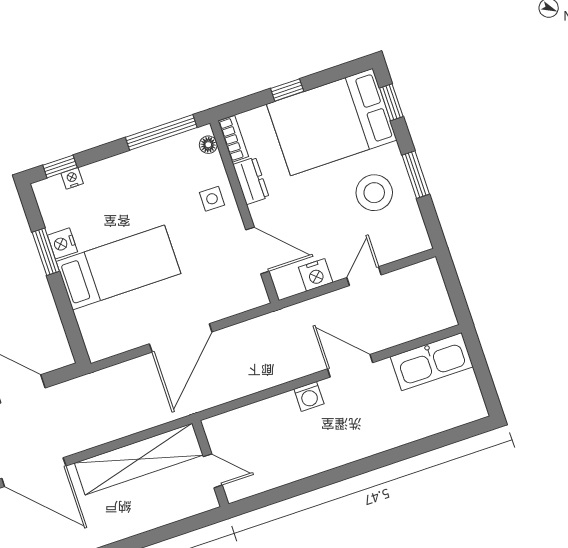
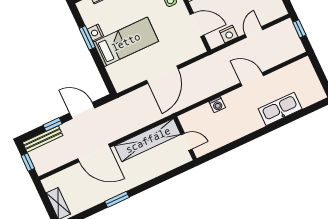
window: (451, 280) -> (299, 29), added
kitchen sink: (432, 362) -> (280, 109), moved, turned 180
washing machine: (309, 396) -> (217, 105), moved

